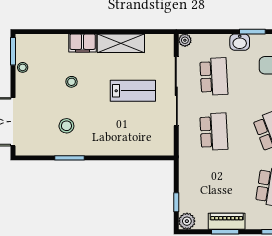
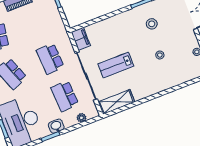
plant: (185, 40) -> (82, 118), moved
filing cabinet: (83, 43) -> (81, 39), moved, turned 90
shelving: (121, 43) -> (116, 102), moved

